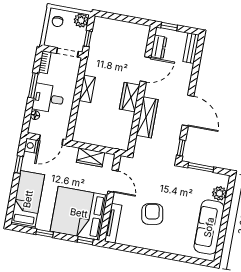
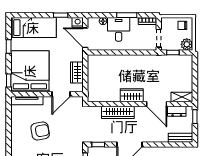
shelving: (87, 89) -> (182, 97), moved

